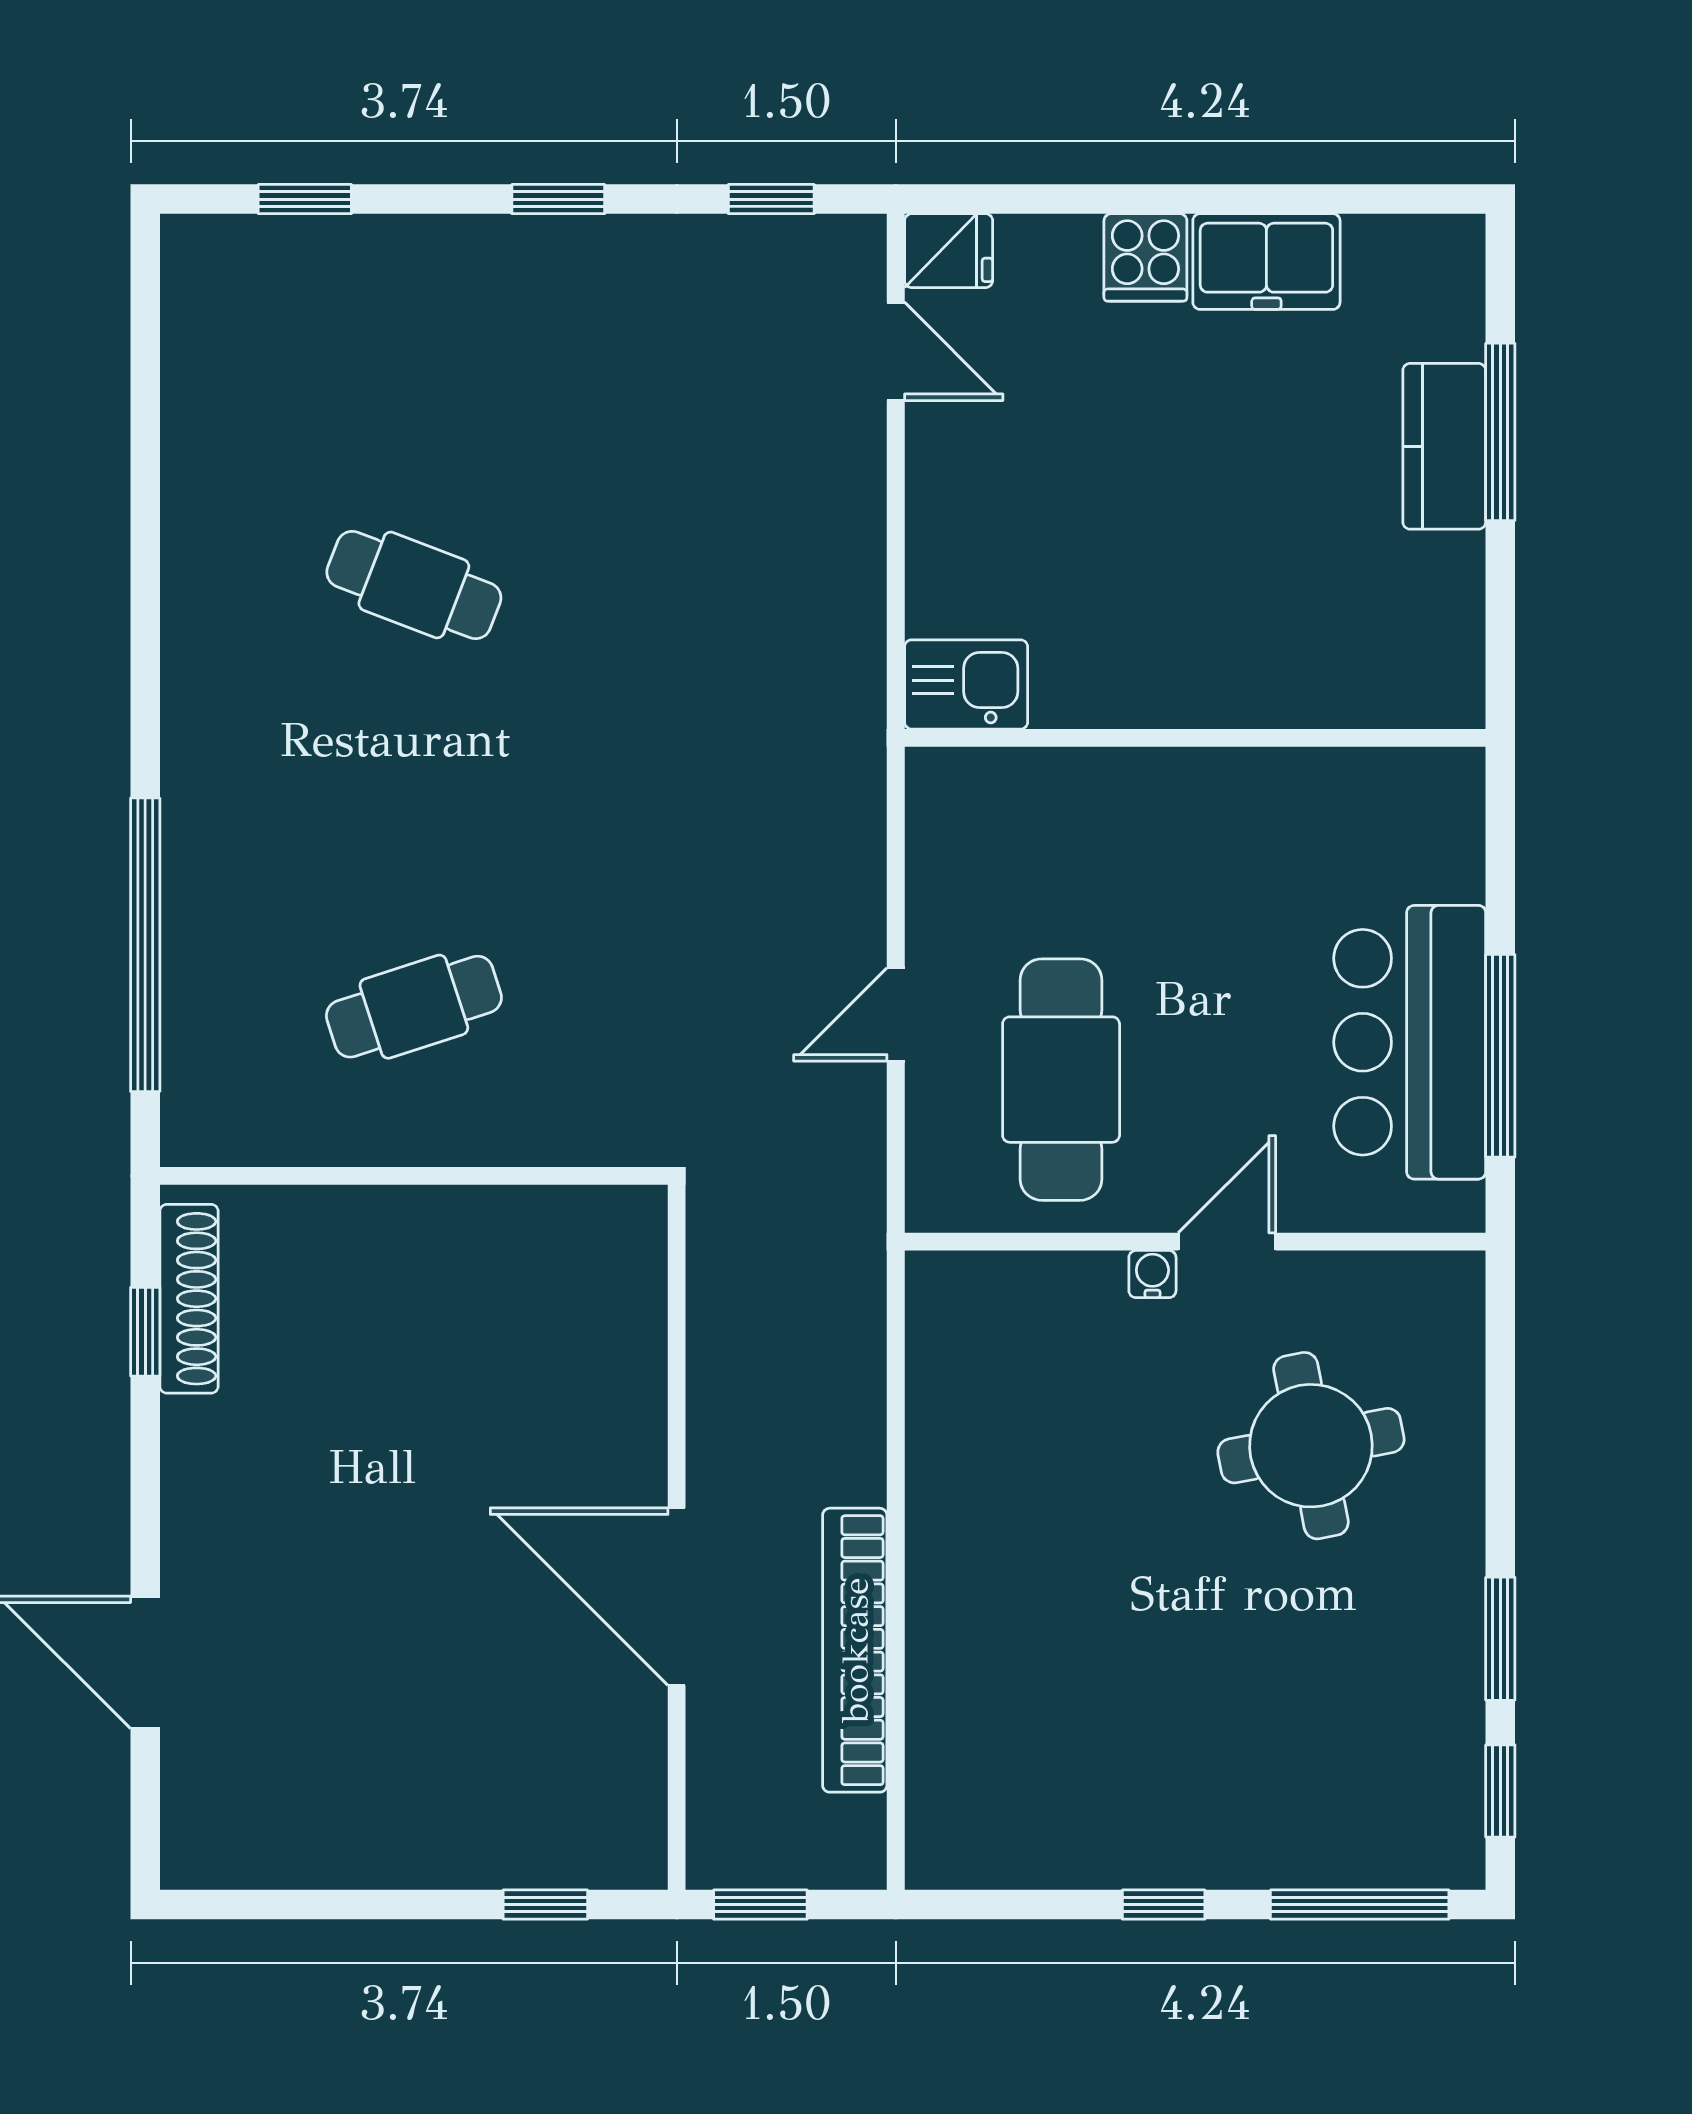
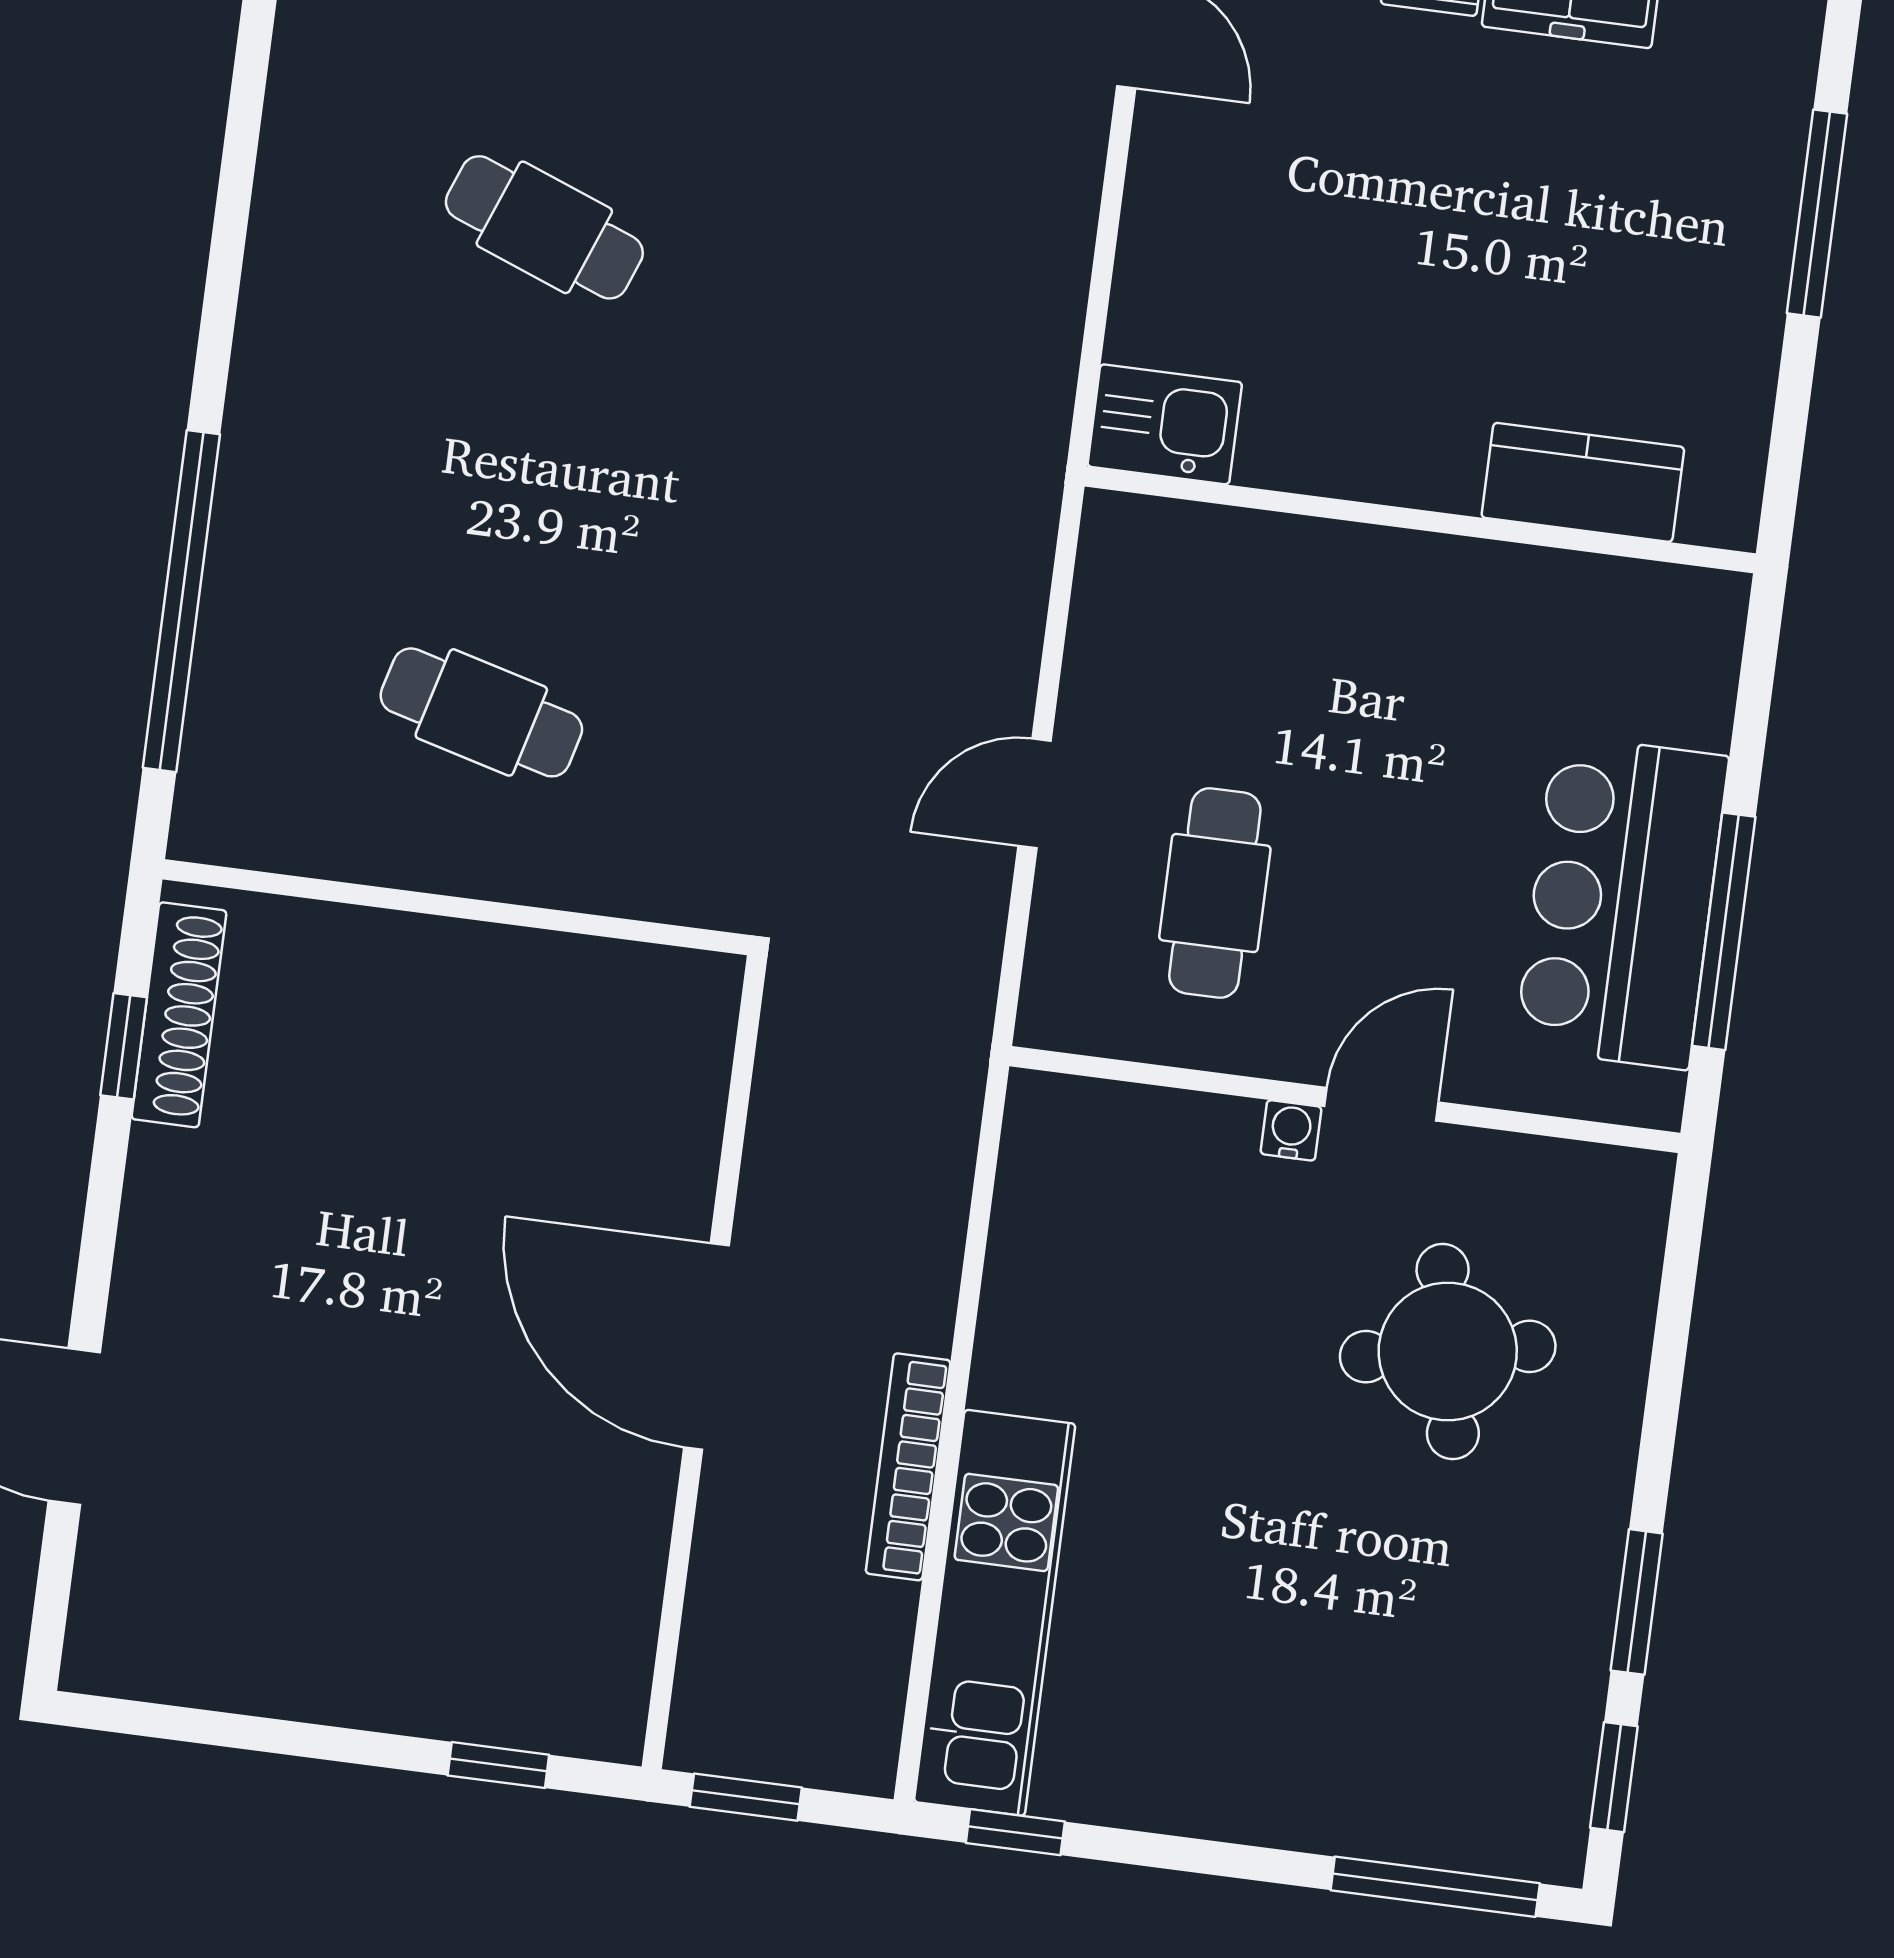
kitchen counter: (1444, 446) -> (1583, 482), moved, turned 90
cafe table: (414, 1007) -> (481, 712), turned 33
cafe table: (1061, 1080) -> (1215, 893), width x0.73, depth x0.74
door: (677, 1597) -> (706, 1346), moved
bookcase: (855, 1650) -> (908, 1467), width x0.68, depth x0.76
kitchen unit: (953, 1719) -> (995, 1613), added
window: (1164, 1905) -> (1015, 1832), moved

